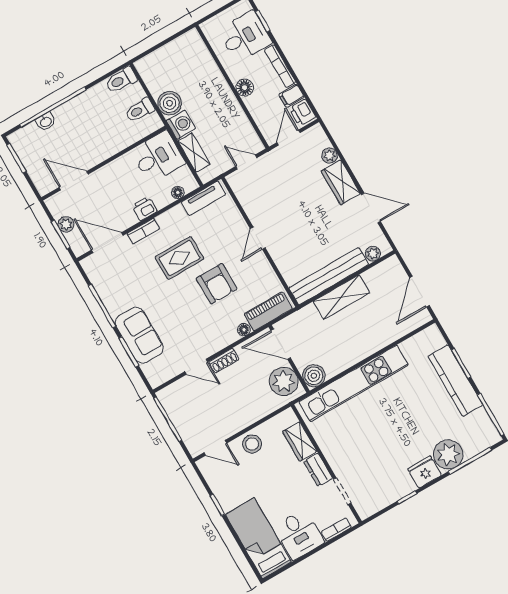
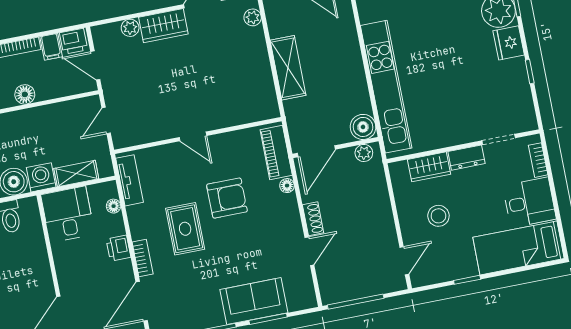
bench: (329, 276) -> (261, 74), removed
plant: (284, 381) -> (364, 153), width x0.53, depth x0.53
stool: (252, 444) -> (438, 216), moved

